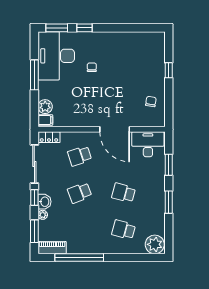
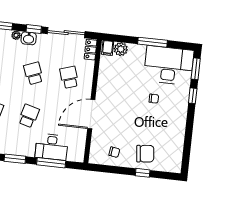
chair: (149, 70) -> (145, 154), added
desk: (148, 144) -> (52, 147), moved, turned 90
window: (169, 165) -> (51, 163), width x1.44

